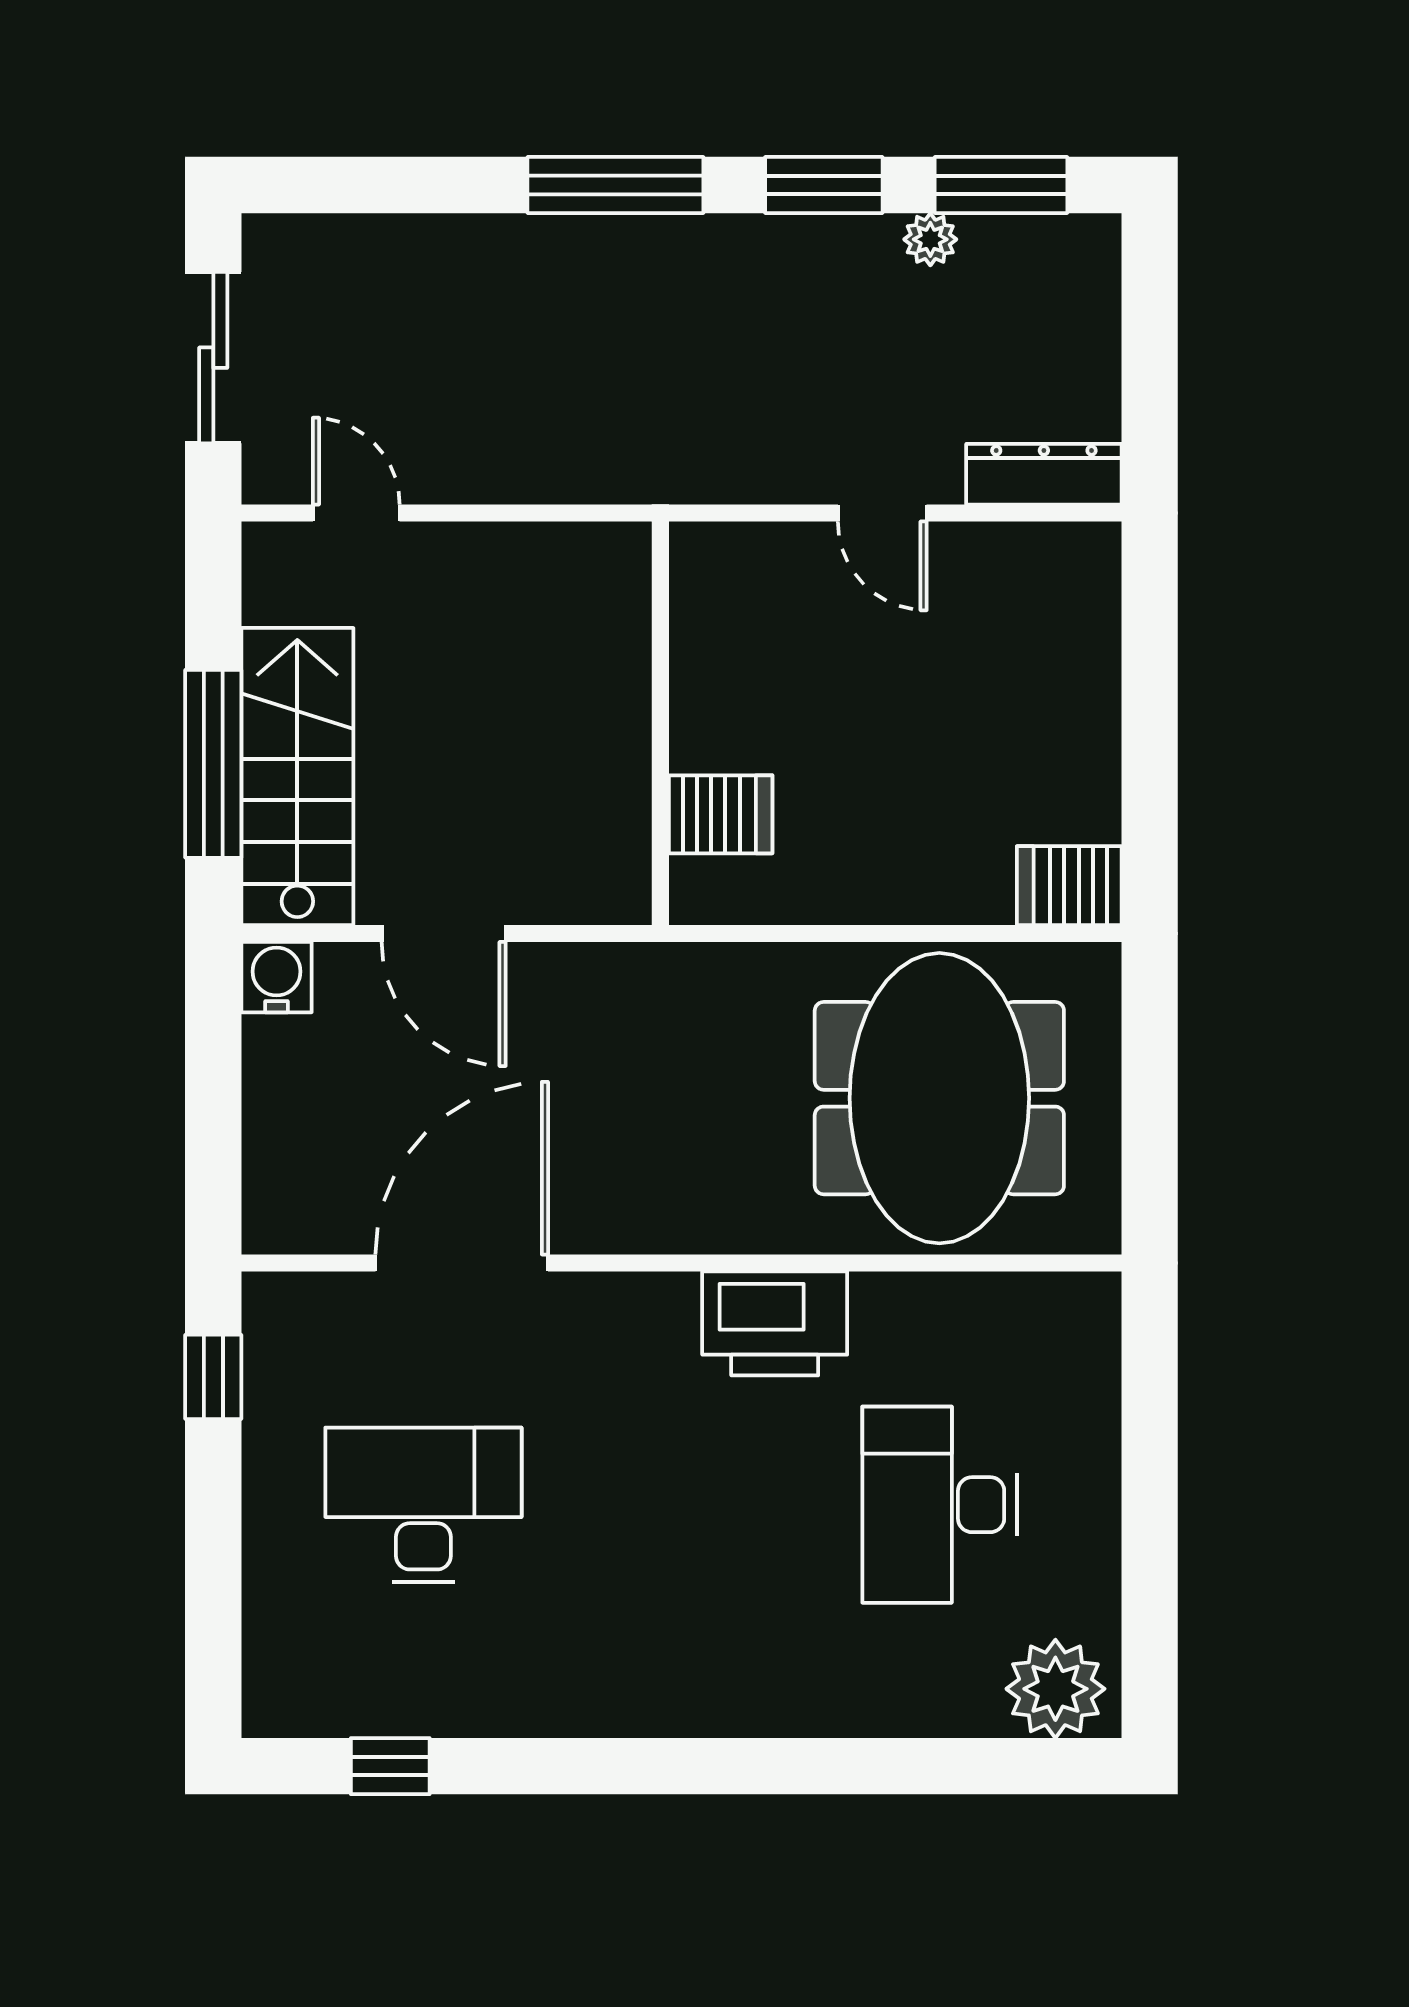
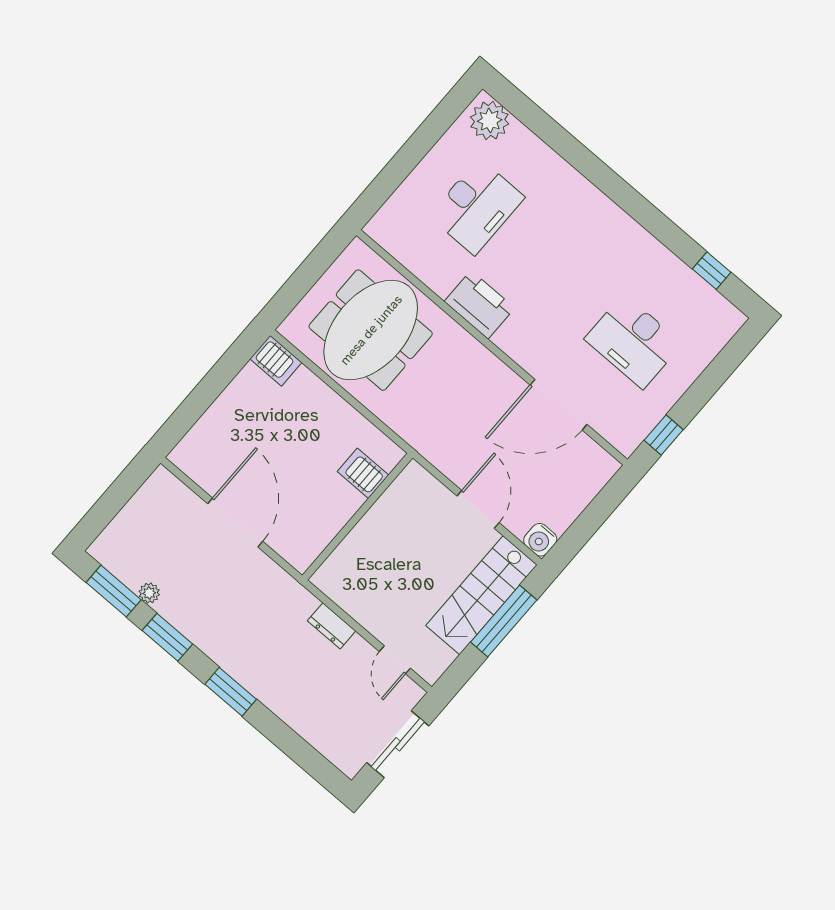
window: (615, 185) -> (231, 692), width x0.69
dresser: (1044, 474) -> (332, 626), moved, width x0.70
door: (882, 513) -> (235, 523), width x1.87

